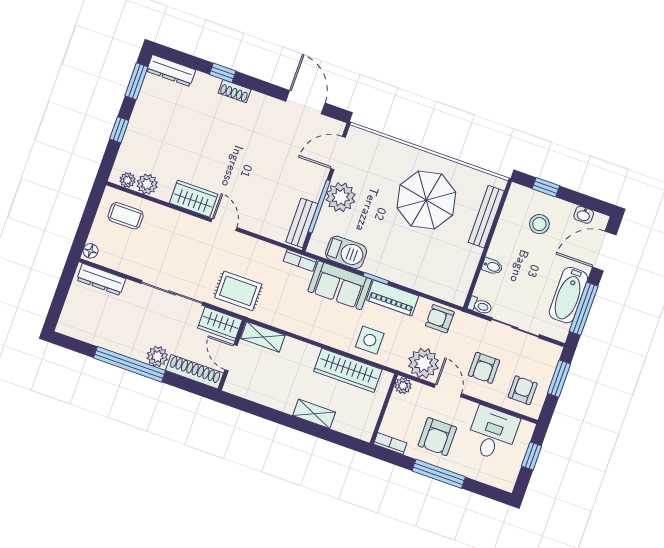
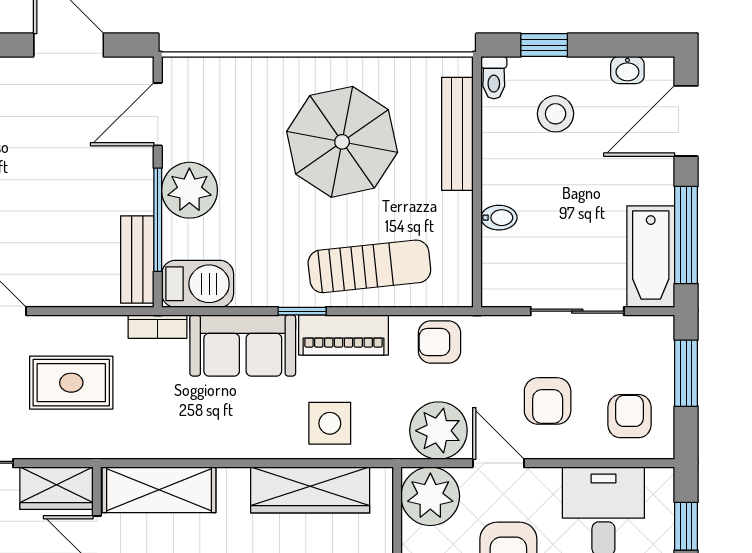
barbecue: (346, 252) -> (198, 284), moved
sun lounger: (418, 268) -> (369, 266), added
rug: (238, 291) -> (71, 383), moved
bathtub: (568, 295) -> (651, 257), moved
toilet: (480, 306) -> (494, 78), moved, turned 90
shelving: (263, 337) -> (159, 490), width x1.50, depth x1.33
plant: (403, 386) -> (430, 496), width x1.88, depth x1.88

